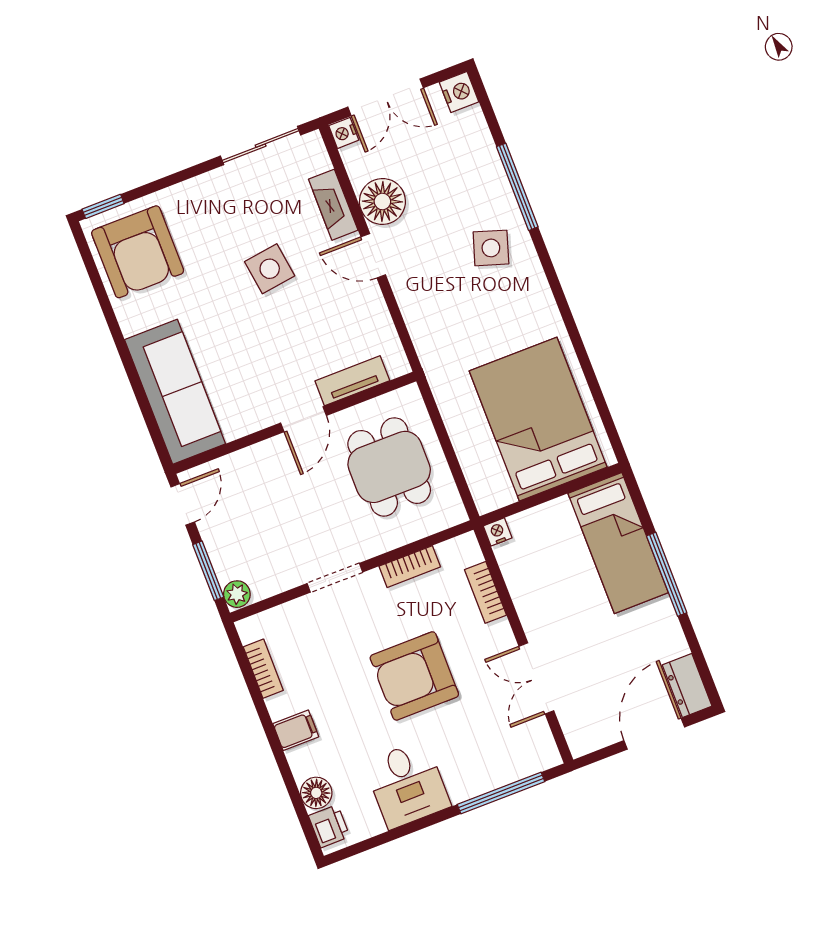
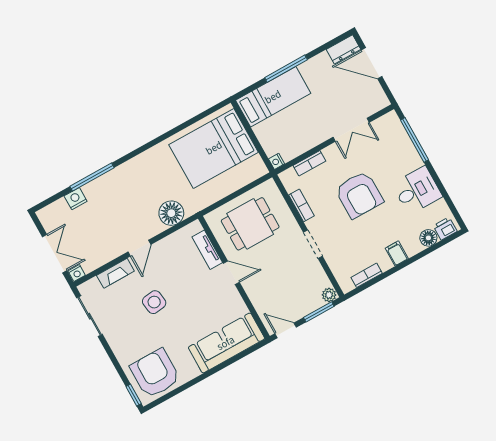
nightstand: (459, 92) -> (76, 199), moved
floor lamp: (382, 202) -> (171, 213), moved
side table: (491, 248) -> (126, 186), removed
armchair: (138, 252) -> (155, 373), turned -90

